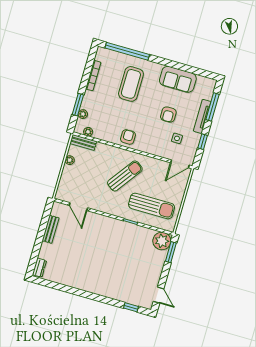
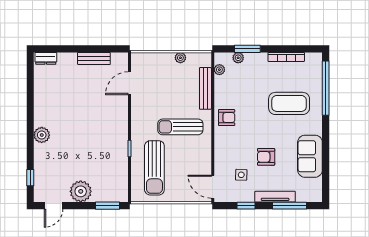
bench: (83, 142) -> (205, 88), moved, width x1.36
sun lounger: (125, 176) -> (180, 127), turned 144
plant: (162, 241) -> (81, 191), moved
plant: (100, 288) -> (42, 135), added

